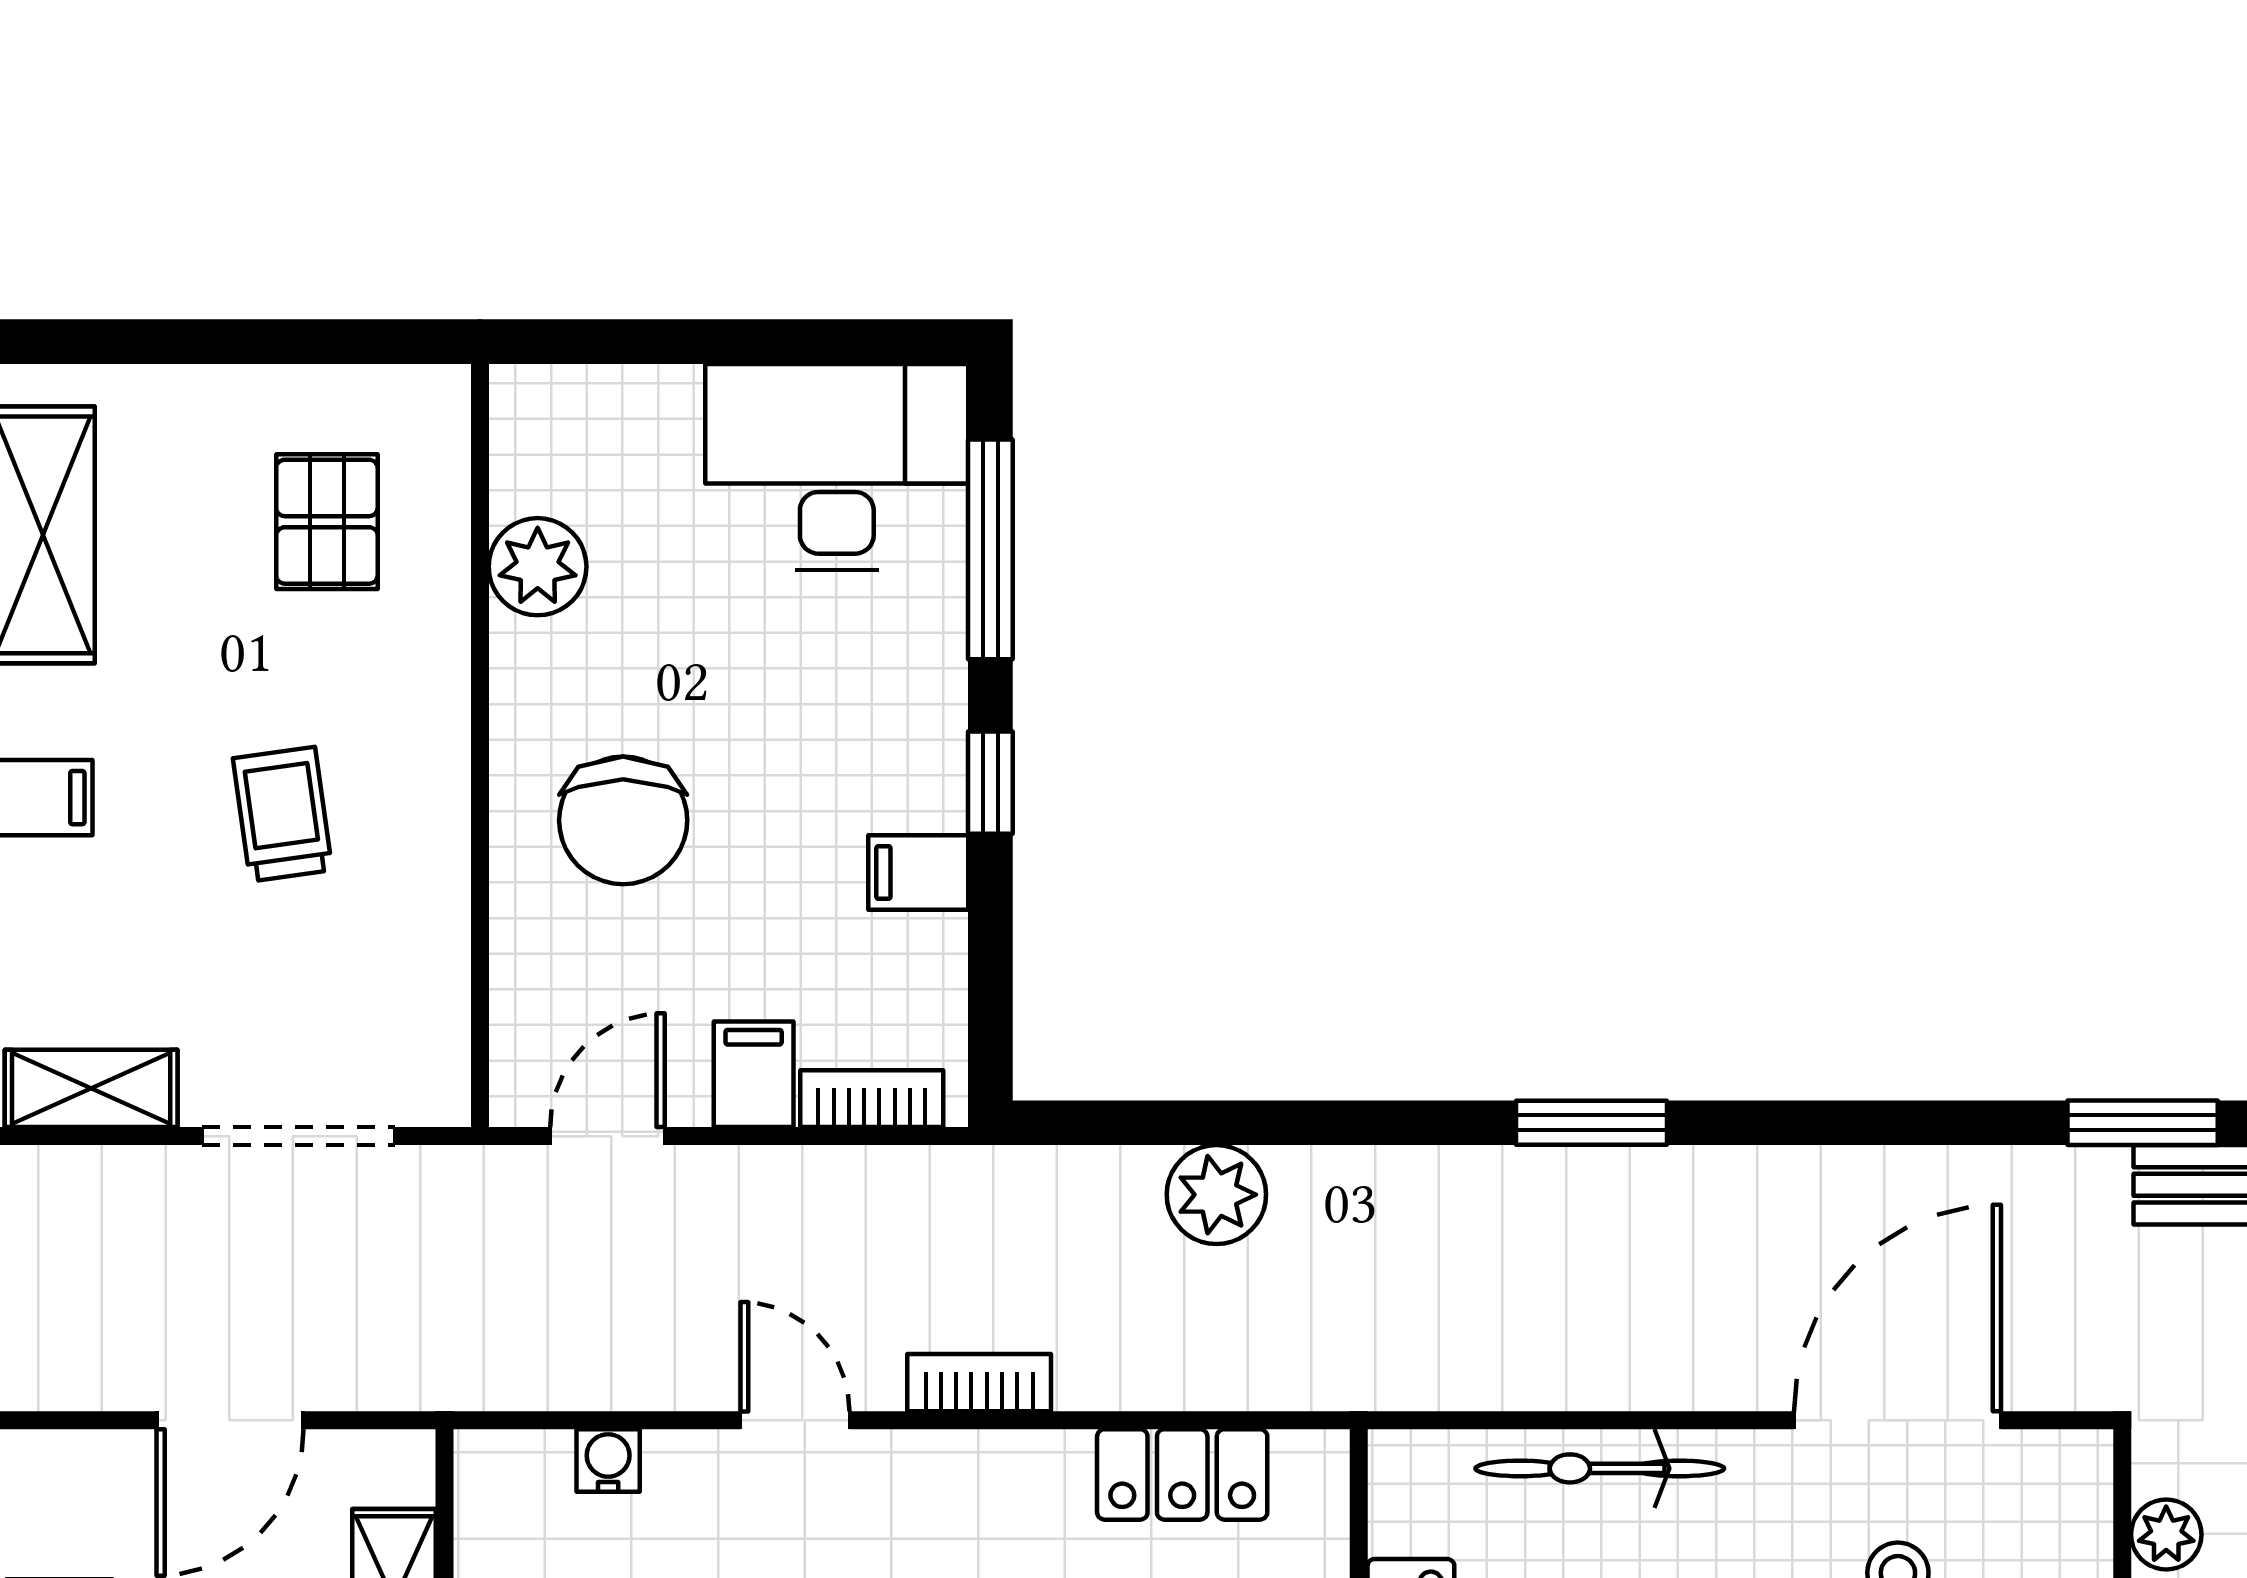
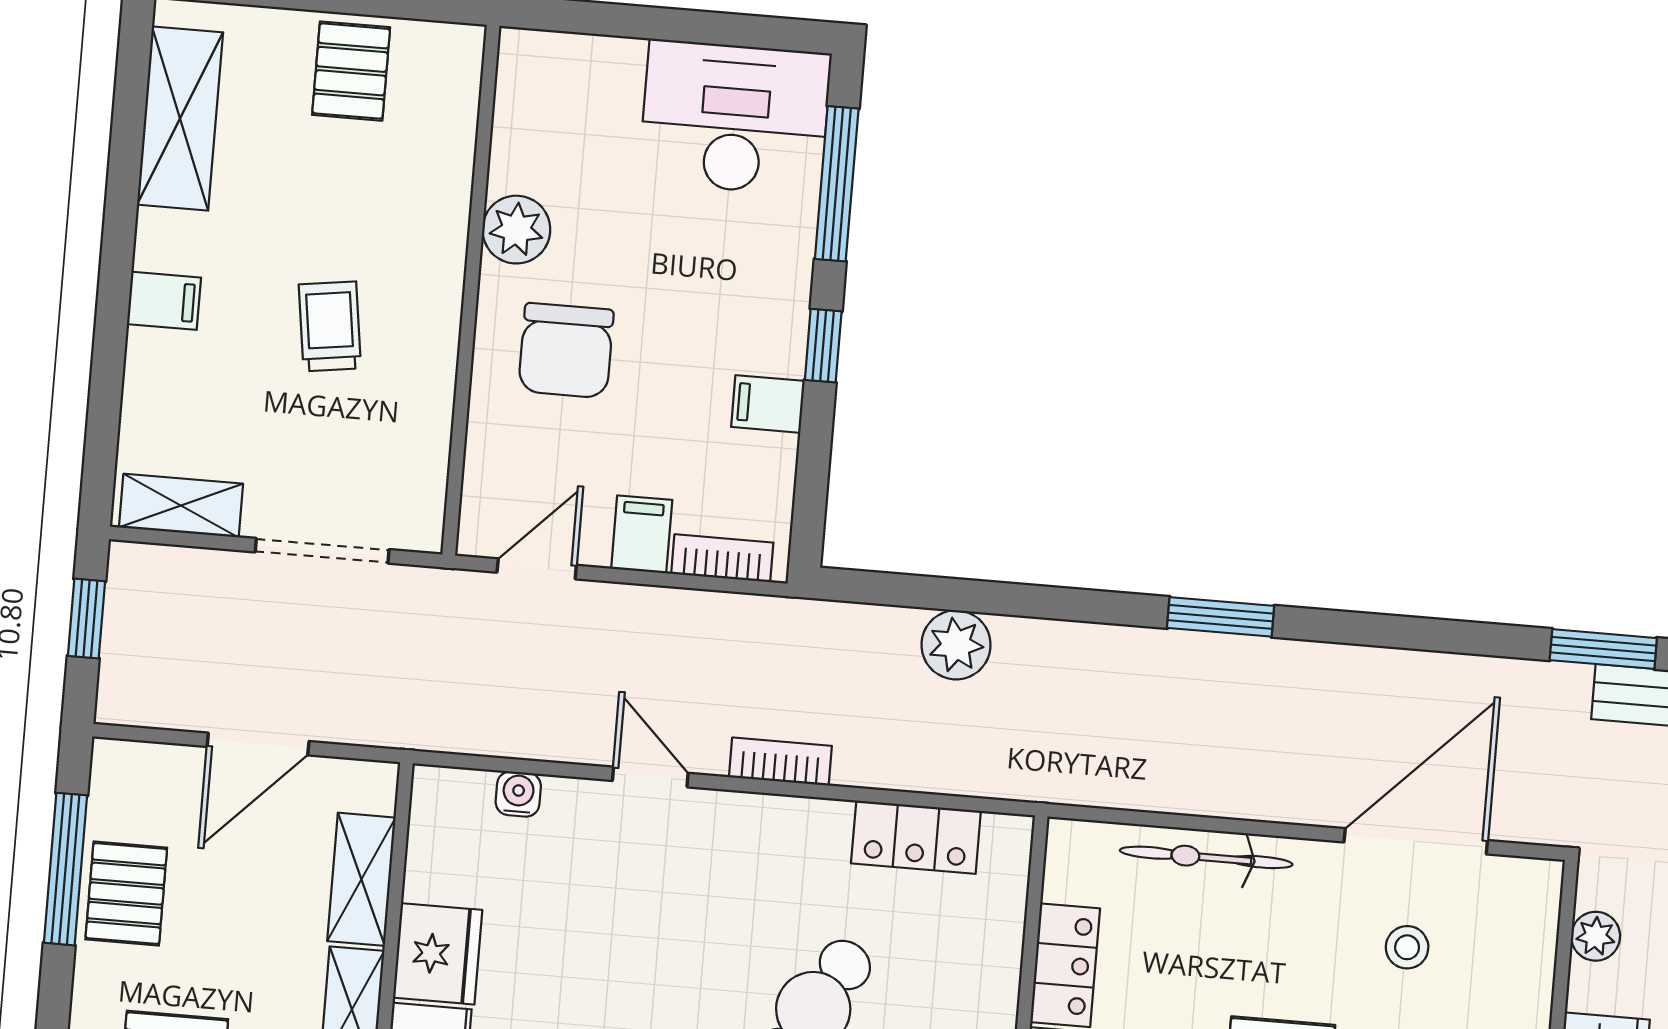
pallet: (327, 522) -> (351, 71), moved
plant: (538, 567) -> (516, 230), moved

